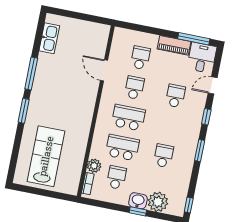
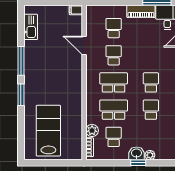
filing cabinet: (103, 29) -> (76, 10), added
school desk: (175, 96) -> (151, 82), moved
plant: (158, 202) -> (150, 155), width x0.53, depth x0.53

